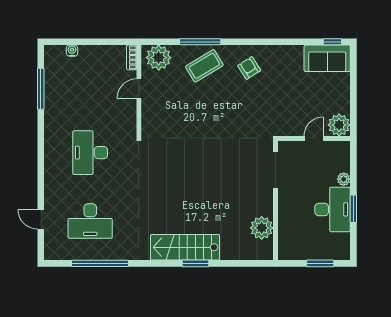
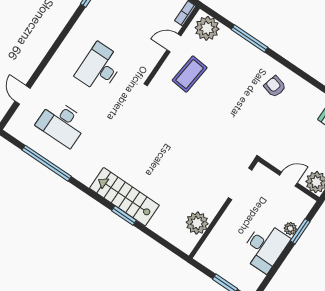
coffee table: (204, 66) -> (190, 74), moved, turned -53
armchair: (249, 68) -> (275, 87), turned -43
window: (353, 209) -> (300, 231), moved

